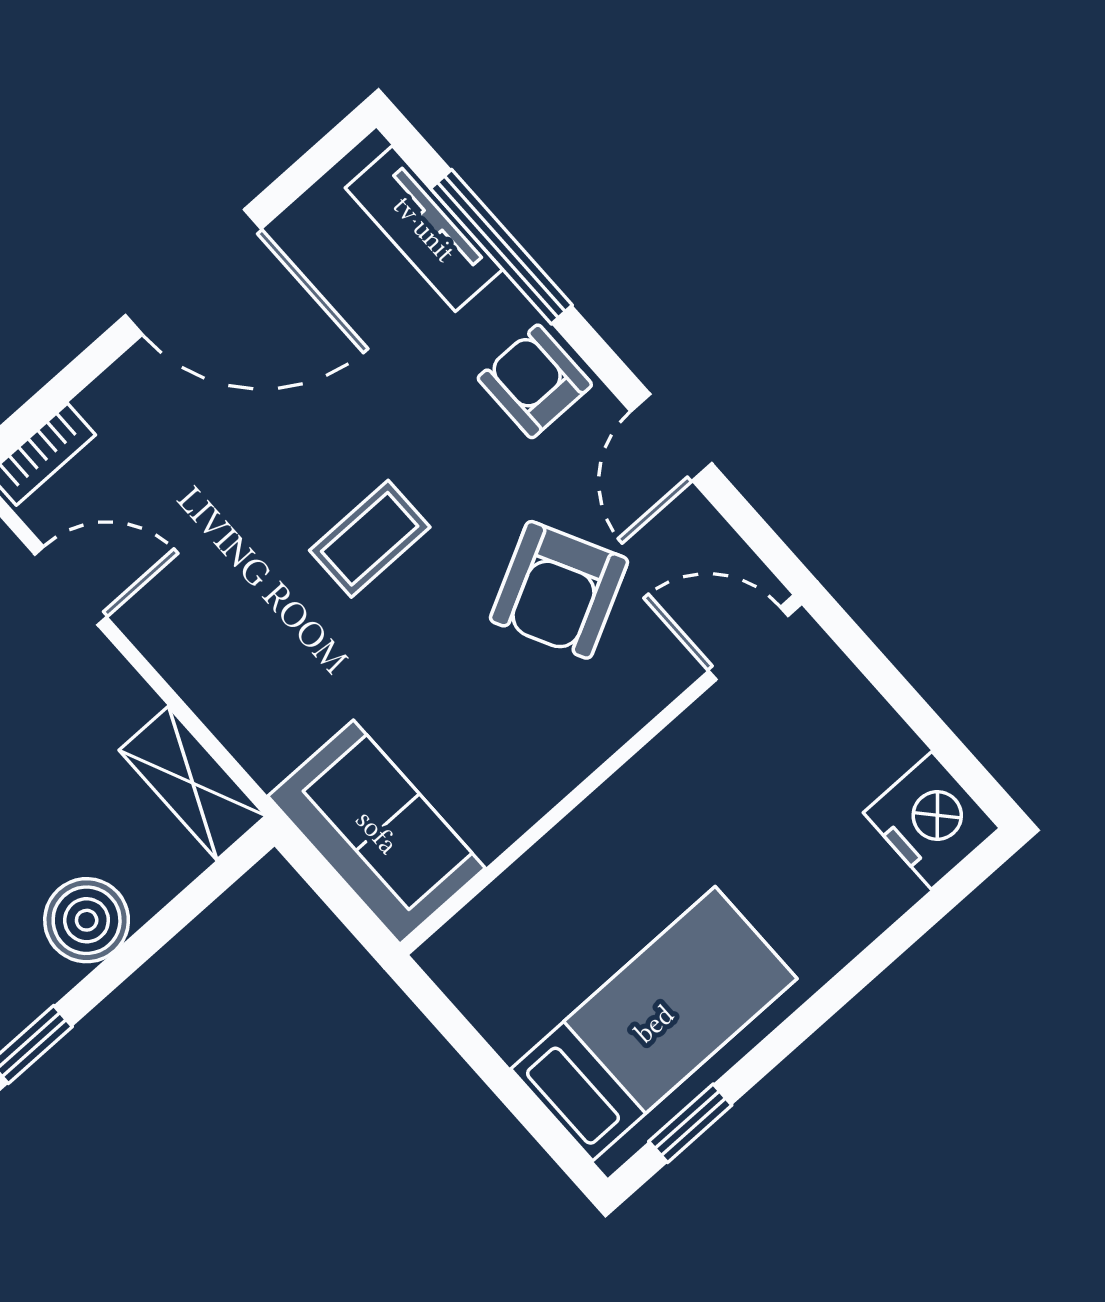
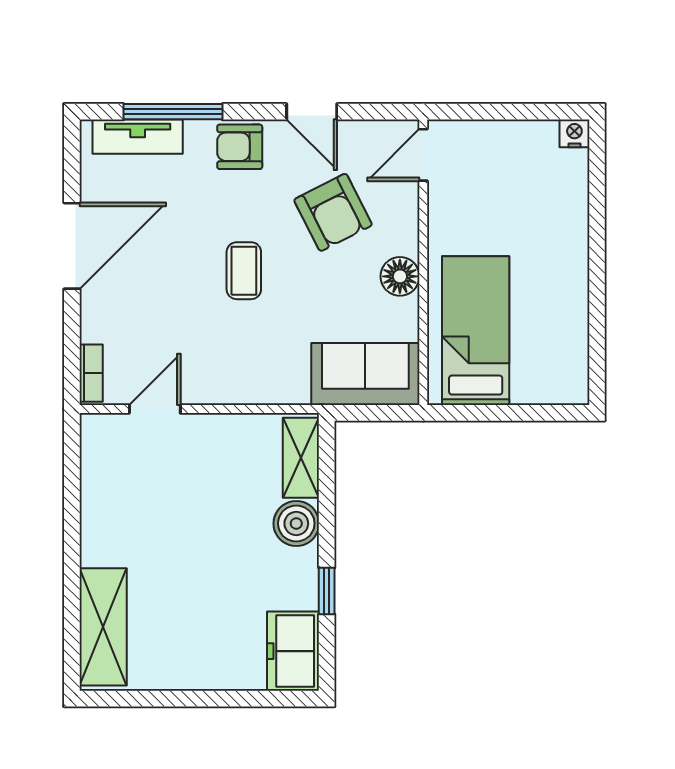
floor lamp: (553, 760) -> (400, 276), added
shelving: (193, 783) -> (301, 458), moved, turned 90
nightstand: (932, 820) -> (574, 133), width x0.53, depth x0.56
bed: (654, 1024) -> (476, 331), moved
window: (690, 1123) -> (597, 352), removed

